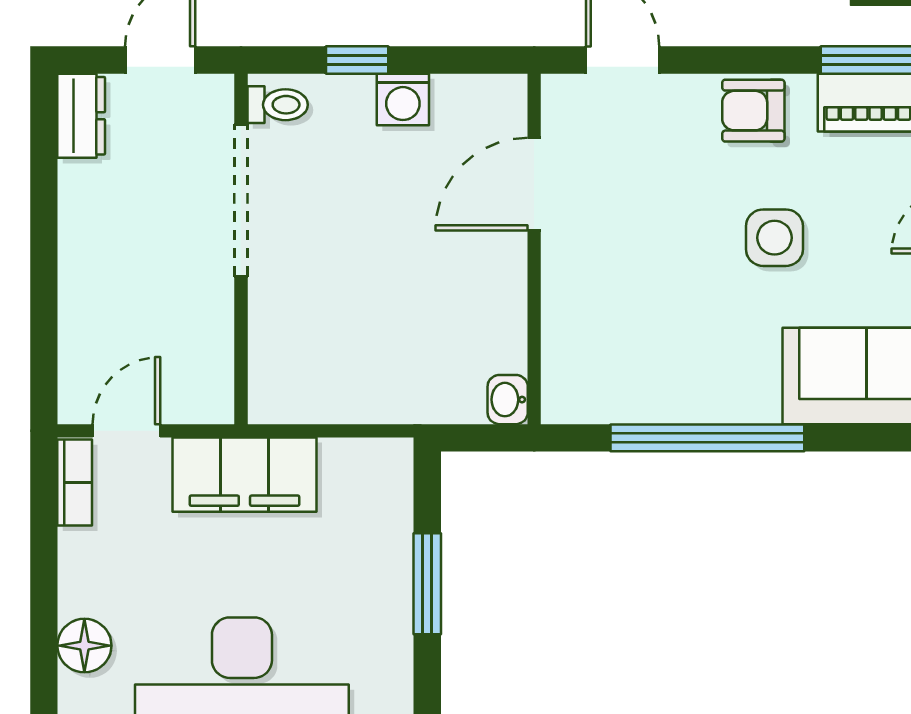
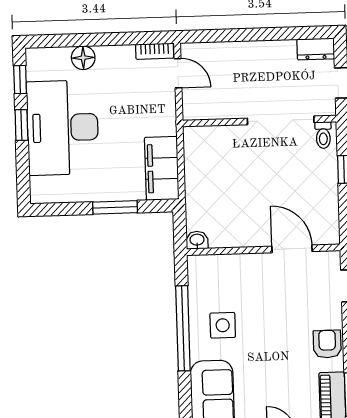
washing machine: (403, 99) -> (327, 190), removed
side table: (774, 238) -> (223, 325), moved
filing cabinet: (244, 475) -> (162, 168), moved

